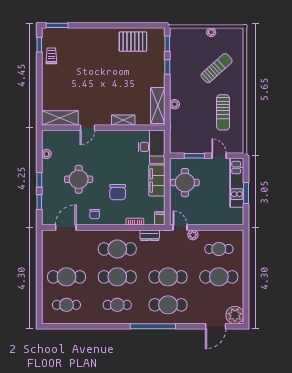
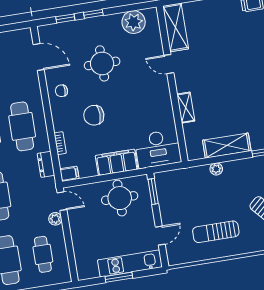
shelving: (158, 106) -> (227, 146), moved
plant: (46, 154) -> (134, 22), width x1.88, depth x1.88
window: (194, 156) -> (153, 192), moved
door: (180, 228) -> (62, 201), hinge flipped

